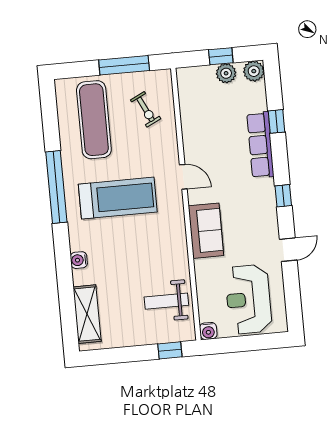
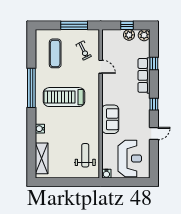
exercise mat: (94, 120) -> (55, 53), width x0.73, depth x0.69
door: (183, 177) -> (101, 67), moved
treadmill: (118, 198) -> (64, 97), turned 180
reception desk: (248, 299) -> (130, 158), turned 180
weight bench: (166, 301) -> (85, 155), turned 90
window: (170, 350) -> (85, 182), removed

